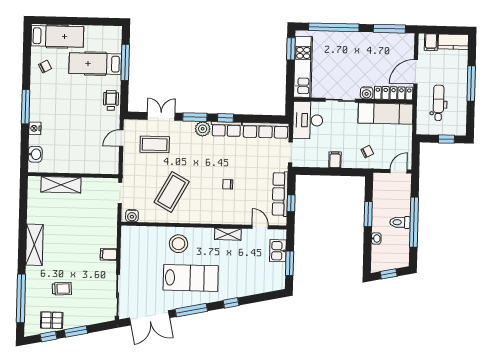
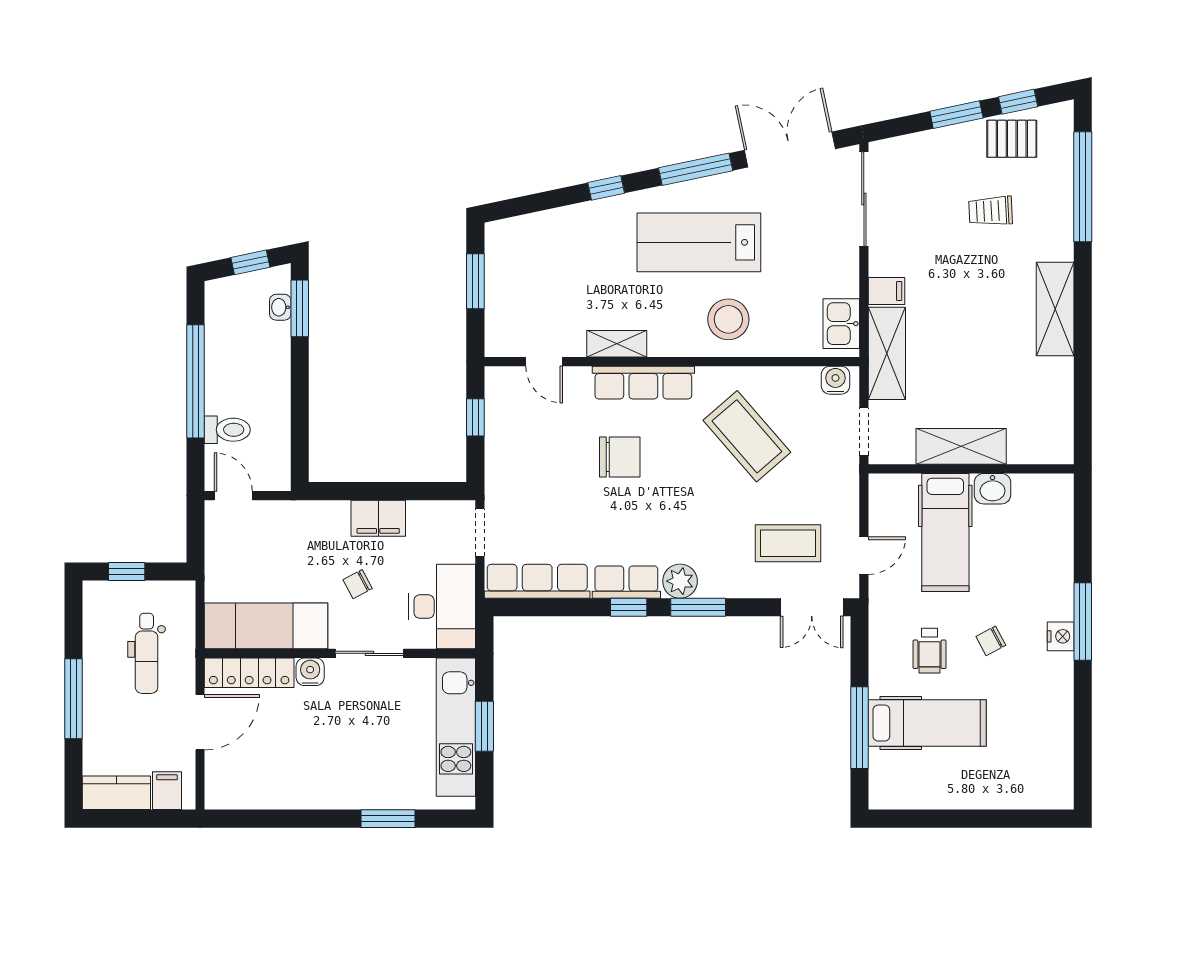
window: (334, 27) -> (388, 819), width x0.47
window: (389, 29) -> (262, 819), removed
hospital bed: (57, 36) -> (945, 532), moved, turned -90
window: (291, 49) -> (484, 726), moved
chair: (45, 67) -> (991, 641), moved
wheelchair: (111, 100) -> (930, 651), moved
double door: (161, 116) -> (812, 607), moved
nightstand: (35, 128) -> (1061, 636), moved
chair: (367, 152) -> (358, 584), moved
washbasin: (35, 154) -> (993, 489), moved, turned -90
filing cabinet: (335, 160) -> (378, 518), width x2.00
door: (399, 171) -> (233, 496), swing flipped
chair: (228, 184) -> (620, 457), width x1.87, depth x1.87
shelving: (61, 185) -> (961, 446), moved
coffee table: (172, 192) -> (747, 436), turned -70
row of seats: (280, 194) -> (643, 383), moved, turned 90
window: (368, 214) -> (300, 308), moved
toilet: (400, 222) -> (227, 430), moved
shelving: (109, 227) -> (887, 353), added
washbasin: (376, 238) -> (280, 307), moved
kitchen sink: (278, 251) -> (841, 324), moved, turned 180

